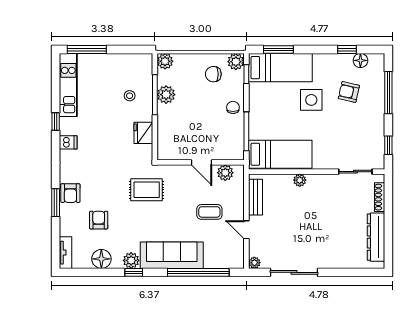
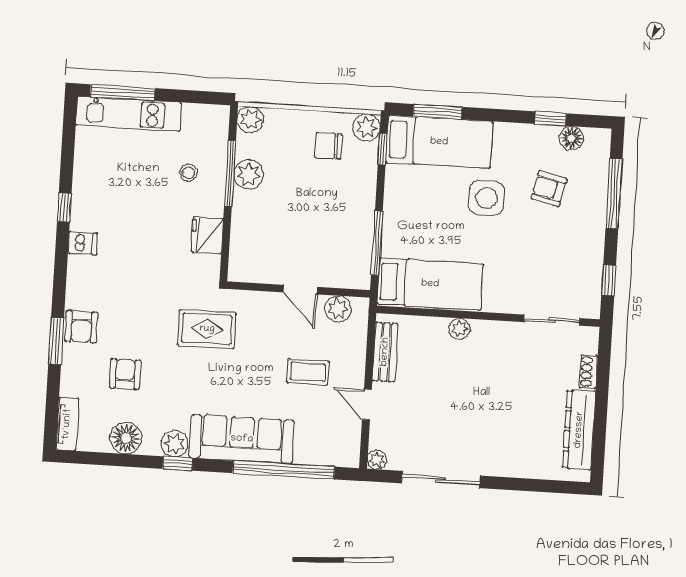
kitchen unit: (68, 85) -> (128, 114), moved, turned 90
chair: (233, 107) -> (357, 202), removed
shoe rack: (380, 197) -> (589, 372), width x0.70

